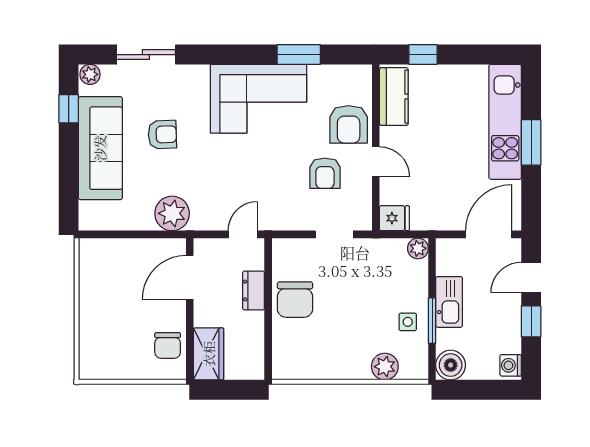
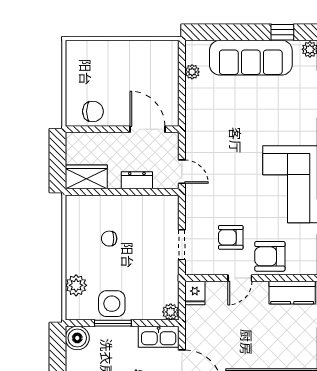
armchair: (162, 134) -> (262, 107), removed
plant: (172, 213) -> (192, 72), moved, width x0.53, depth x0.53
chair: (295, 300) -> (109, 239), moved, width x0.54, depth x0.54
kitchen sink: (449, 302) -> (159, 337), moved
side table: (408, 322) -> (112, 304), width x1.87, depth x1.87
chair: (168, 345) -> (93, 111), turned 180
wardrobe: (209, 354) -> (86, 177), moved, turned 180

